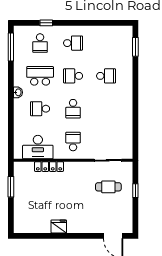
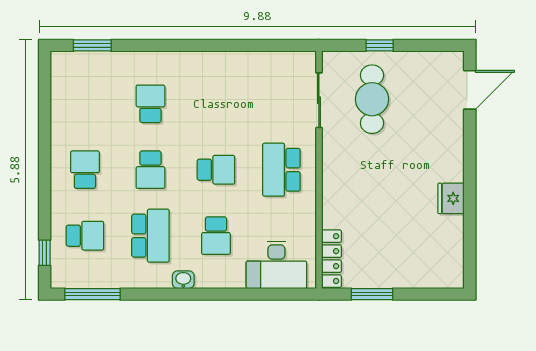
window: (46, 23) -> (45, 253), moved
school desk: (40, 76) -> (150, 236), turned 180
school desk: (73, 142) -> (281, 170), width x1.85
desk: (38, 147) -> (276, 265), moved, turned 90
locker: (49, 167) -> (332, 259), moved
cafe table: (108, 187) -> (372, 99), width x1.37, depth x1.35

